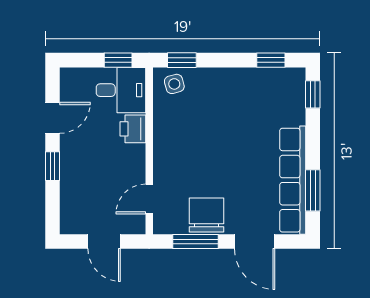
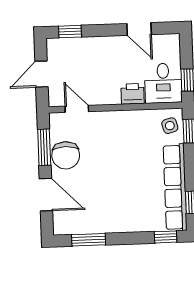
window: (53, 166) -> (70, 32), moved
row of seats: (293, 180) -> (175, 187), moved, turned -90
chair: (207, 215) -> (66, 155), turned 90
door: (255, 242) -> (46, 195), swing flipped

